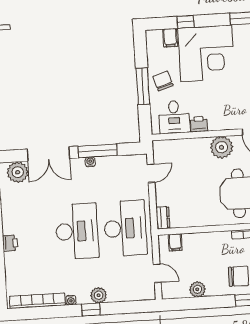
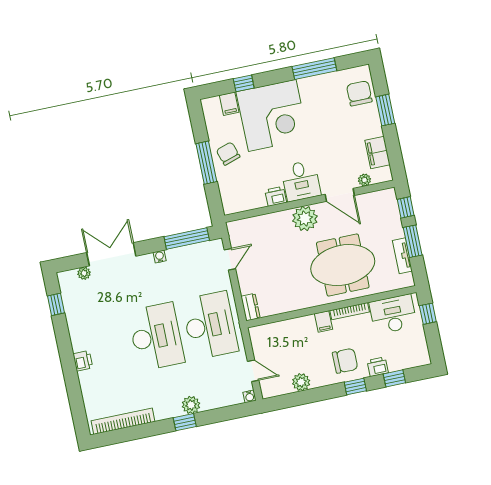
desk: (174, 117) -> (301, 181), moved
window: (98, 151) -> (187, 239), moved
double door: (48, 154) -> (111, 254), swing flipped
plant: (18, 172) -> (84, 273), width x0.53, depth x0.53
filing cabinet: (175, 242) -> (323, 321), moved
water cooler: (71, 300) -> (250, 396), moved

